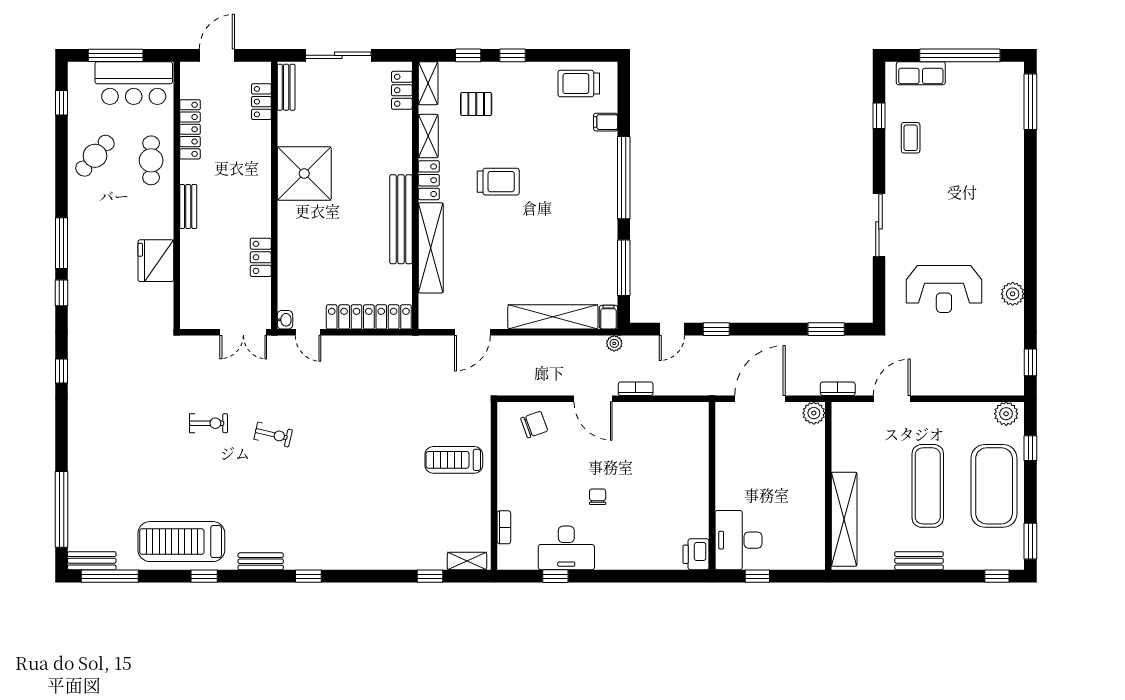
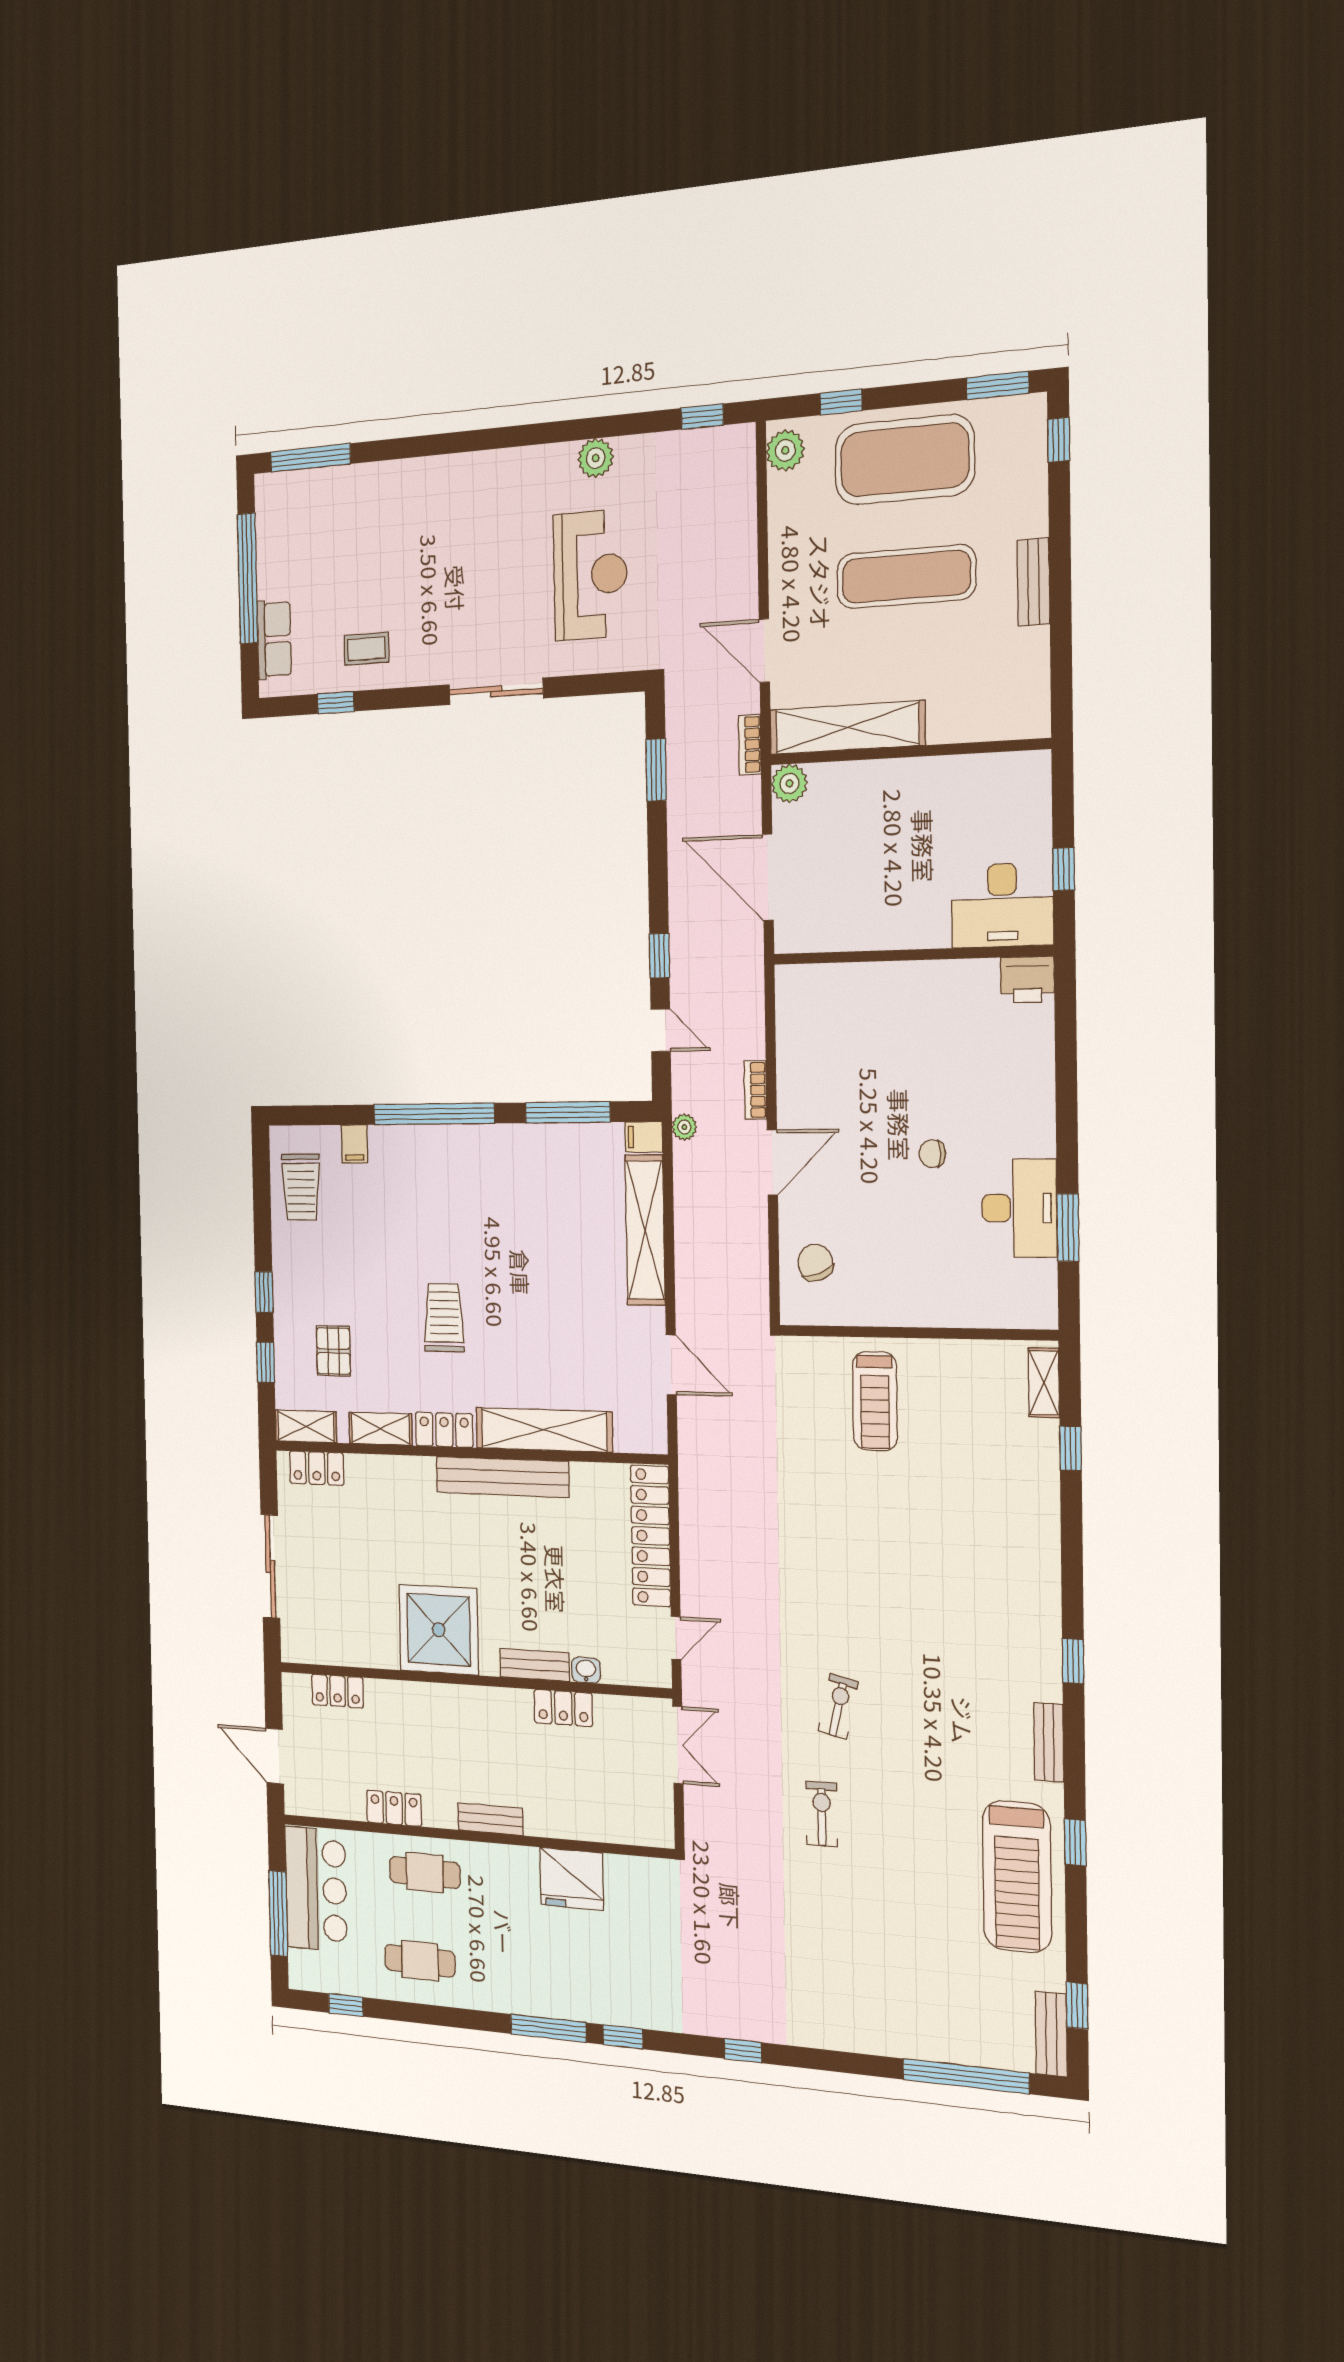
bench: (286, 87) -> (535, 1665), moved
locker: (190, 129) -> (394, 1808), width x0.66
cafe table: (95, 156) -> (420, 1961), turned -41
washbasin: (285, 320) -> (586, 1670), moved
shelving: (844, 519) -> (847, 728), moved
bookcase: (504, 527) -> (986, 1317), removed
window: (110, 576) -> (1077, 2006), width x0.46
window: (555, 576) -> (1068, 1227), width x1.50

